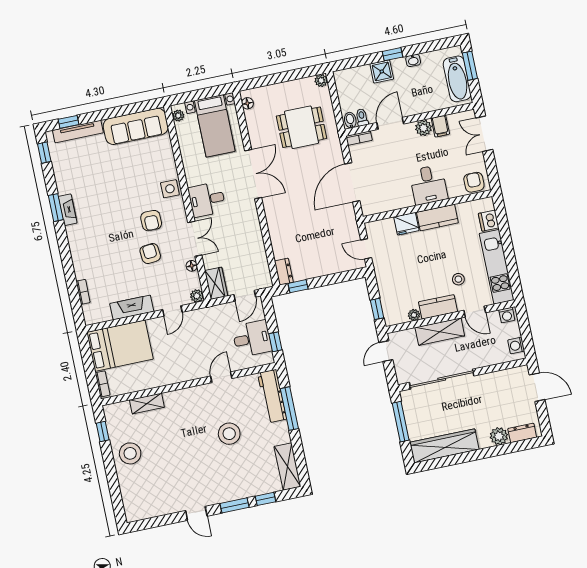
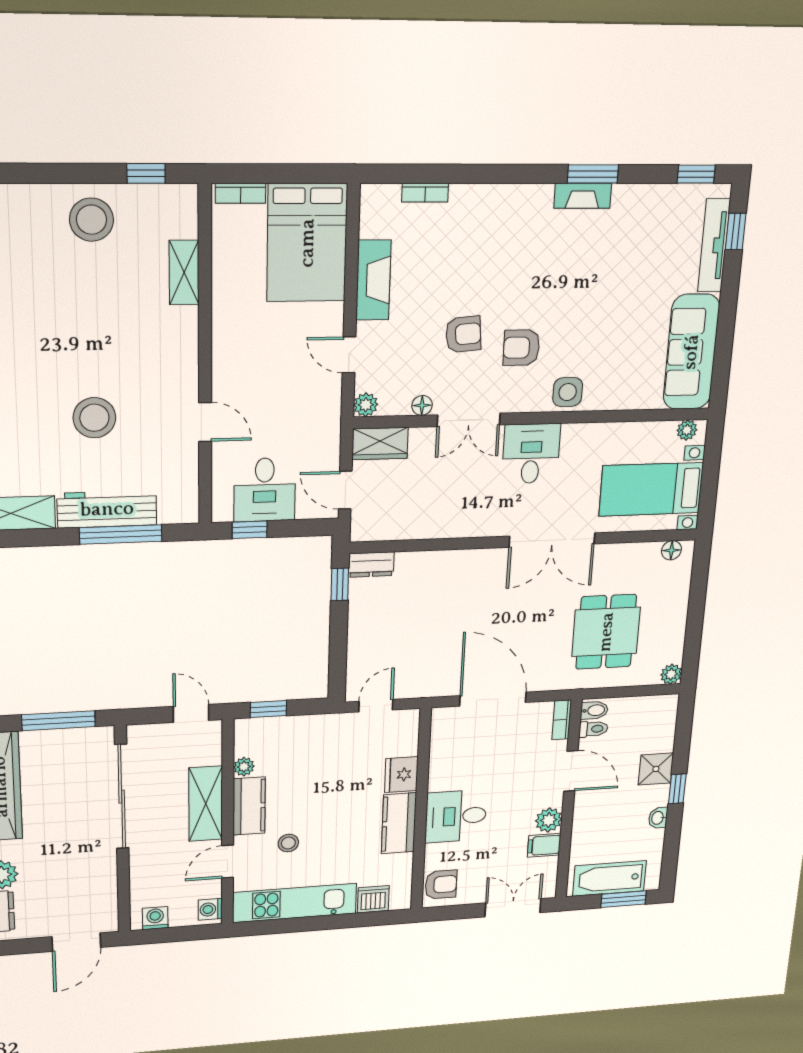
workbench: (272, 396) -> (107, 509), moved

